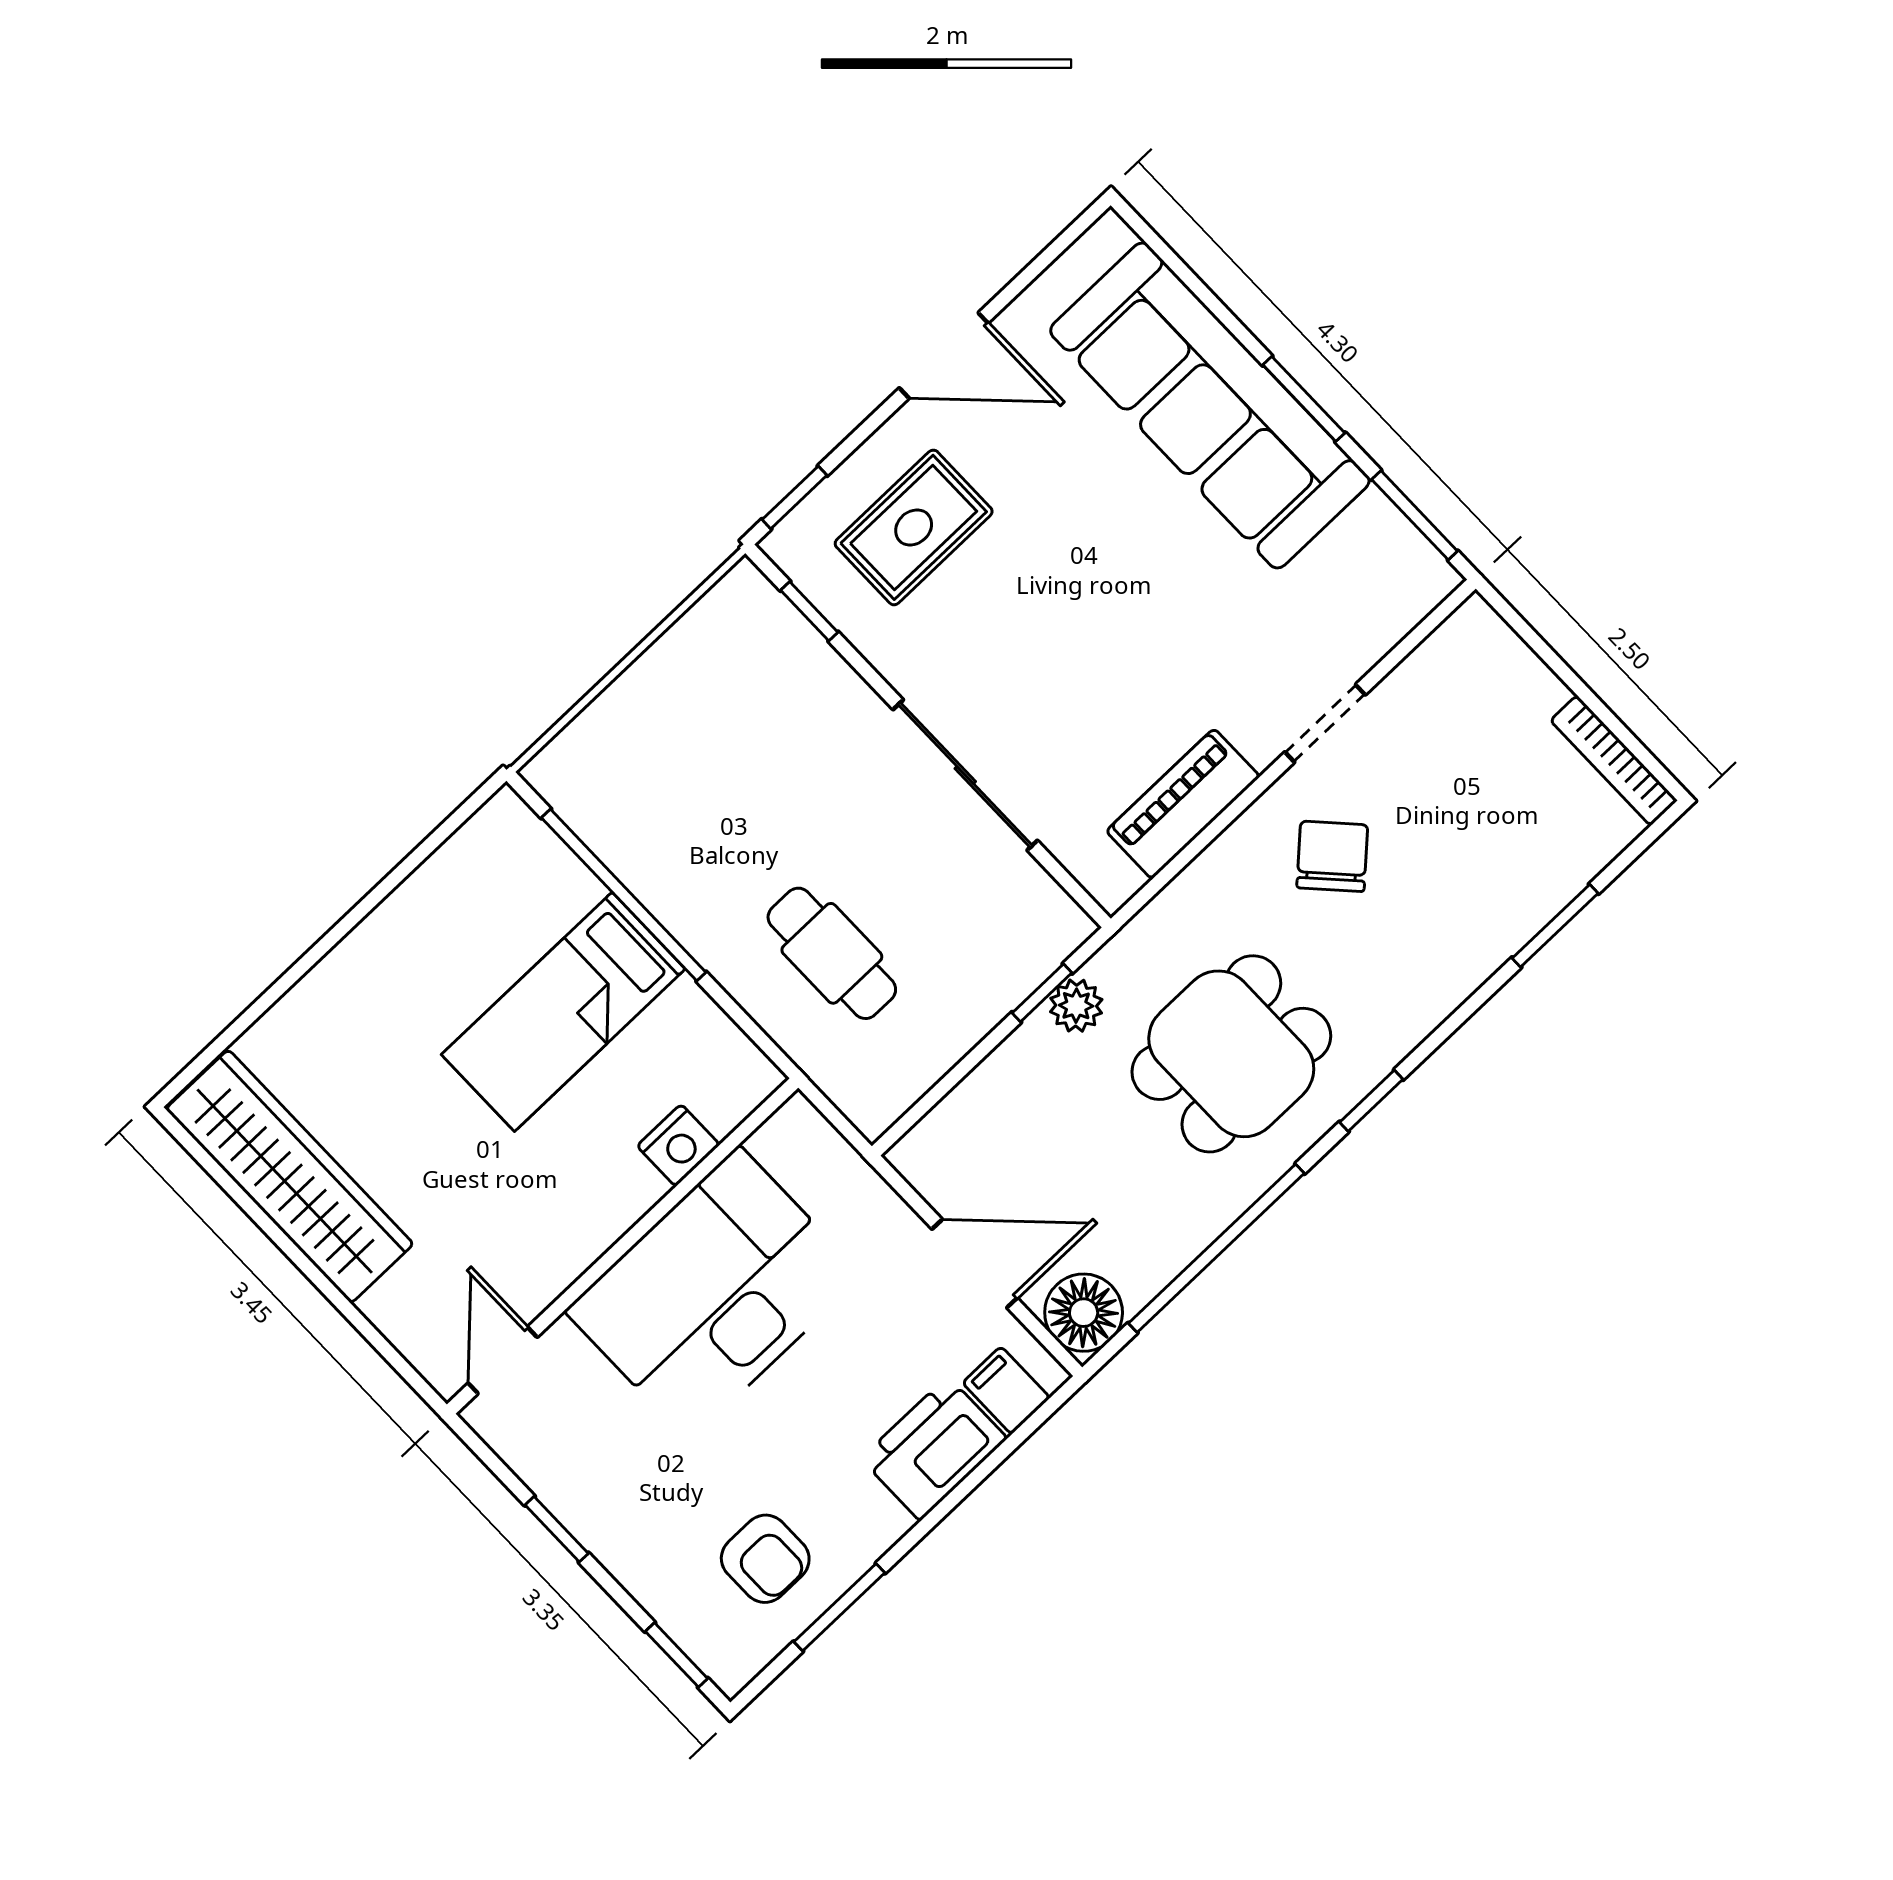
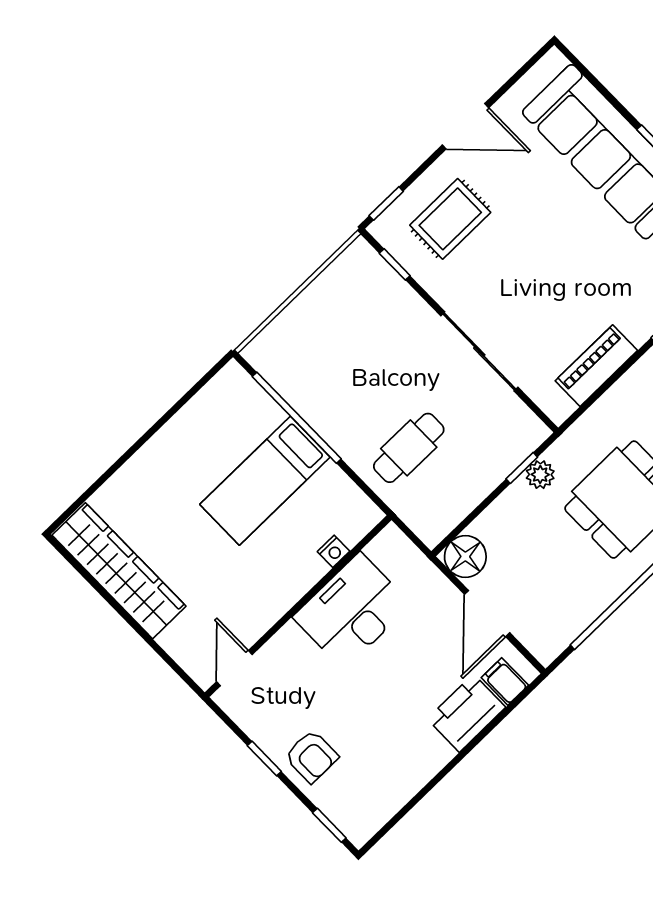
cafe table: (832, 953) -> (409, 448), turned 90
nightstand: (678, 1145) -> (334, 551), width x0.72, depth x0.74
door: (975, 1263) -> (487, 614), swing flipped
desk: (714, 1293) -> (352, 611), width x0.73, depth x0.77
floor lamp: (1084, 1313) -> (465, 557), moved
armchair: (765, 1559) -> (311, 756), moved
window: (839, 1607) -> (416, 799), removed

